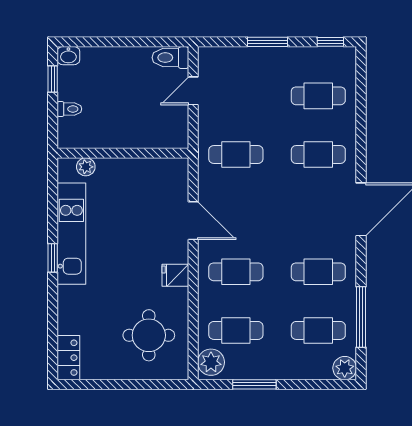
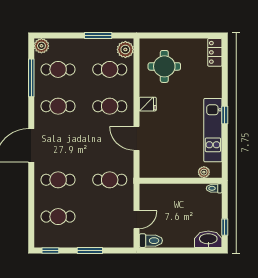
washbasin: (68, 56) -> (208, 239), width x1.91, depth x1.45
toilet: (69, 109) -> (214, 188), moved

